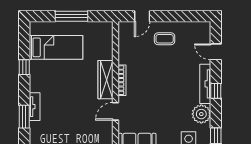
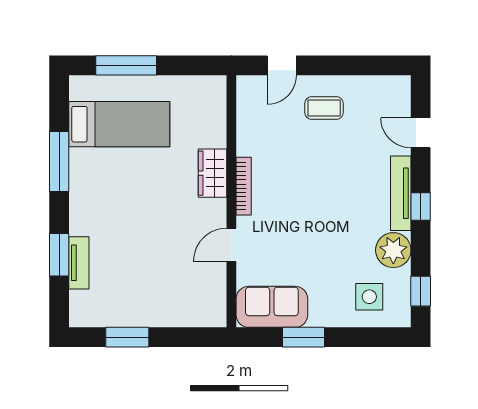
window: (71, 16) -> (126, 65), moved
window: (24, 67) -> (59, 161), width x2.17
wardrobe: (105, 80) -> (212, 173), width x0.67
tv unit: (35, 107) -> (79, 263), moved

